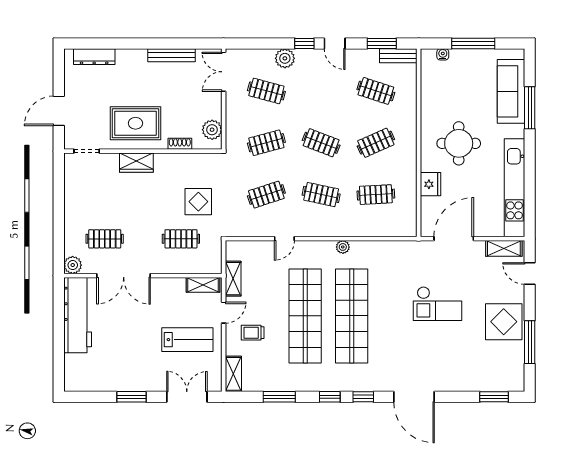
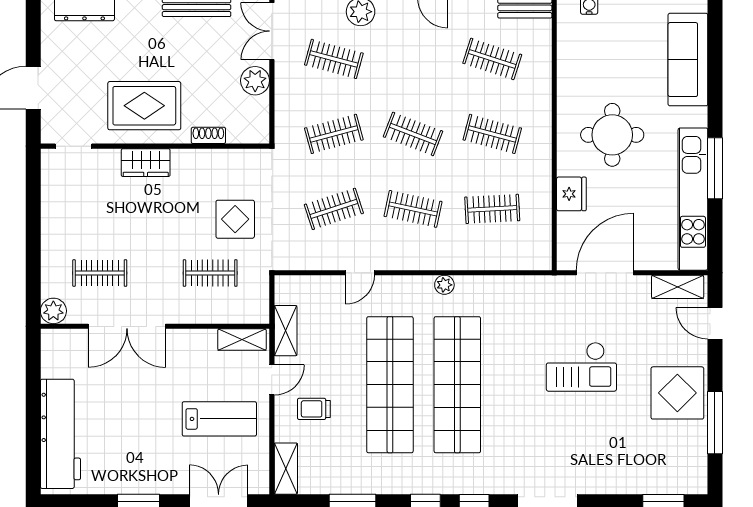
window: (530, 108) -> (715, 168), moved
plant: (212, 130) -> (255, 81), moved
clothes rail: (376, 143) -> (492, 134), turned 39
workbench: (78, 315) -> (60, 434), moved

